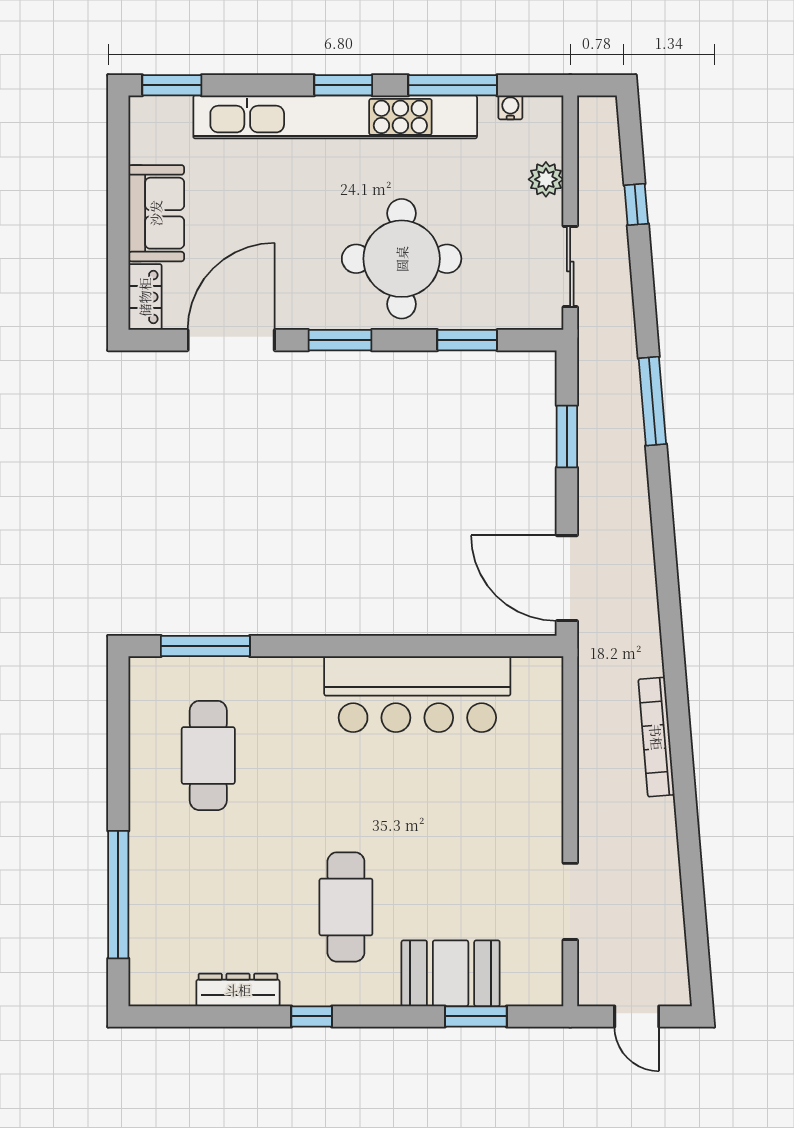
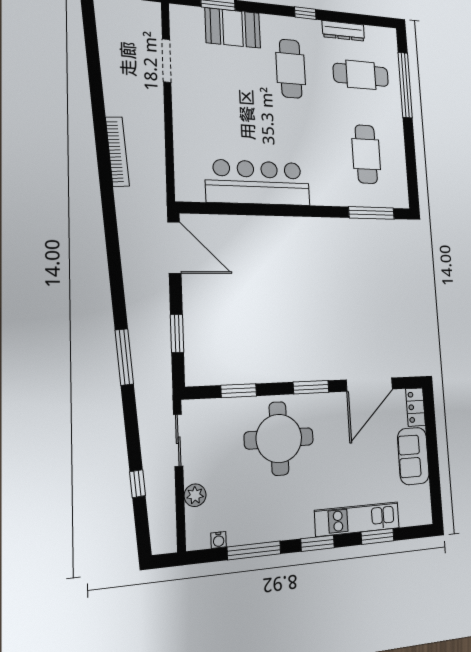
window: (172, 85) -> (378, 536), moved
kitchen unit: (335, 117) -> (357, 519), width x0.54
cafe table: (208, 907) -> (361, 75), added

